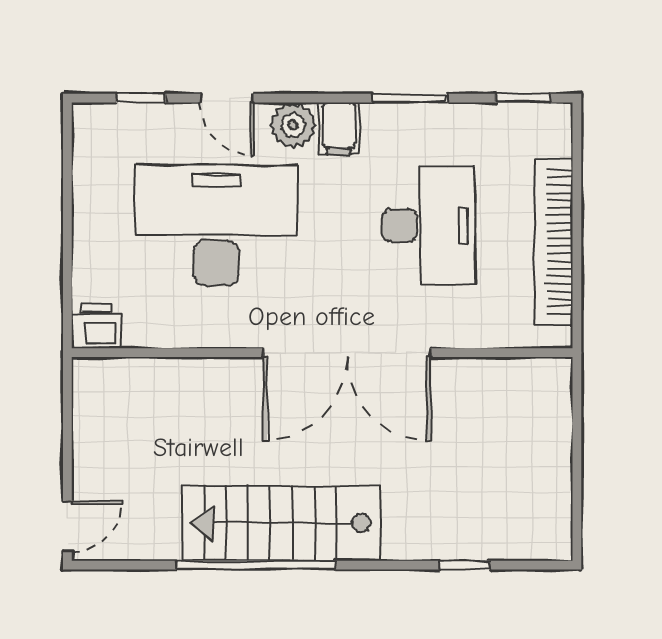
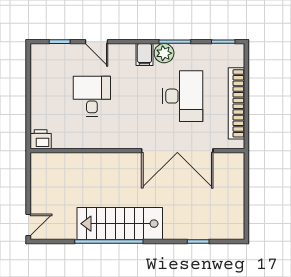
plant: (293, 125) -> (164, 53), moved
desk: (216, 225) -> (92, 96), width x0.53, depth x0.77
double door: (347, 353) -> (177, 151), moved

